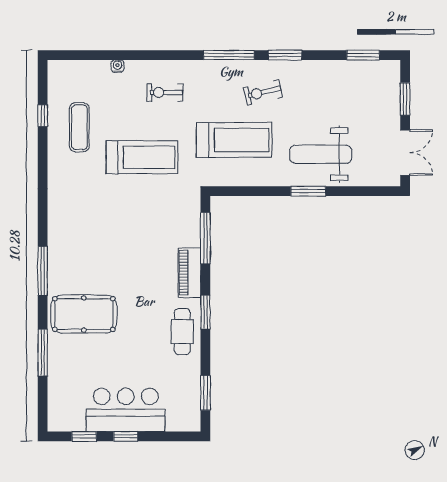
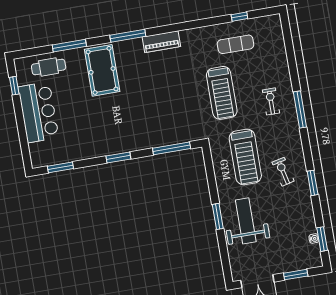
window: (229, 55) -> (300, 110), moved
water cooler: (117, 66) -> (314, 239), moved
piano: (190, 273) -> (161, 42), moved, turned 180
cafe table: (182, 332) -> (49, 67), moved
window: (126, 436) -> (19, 115), removed

